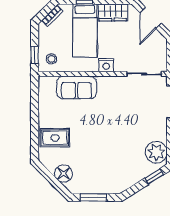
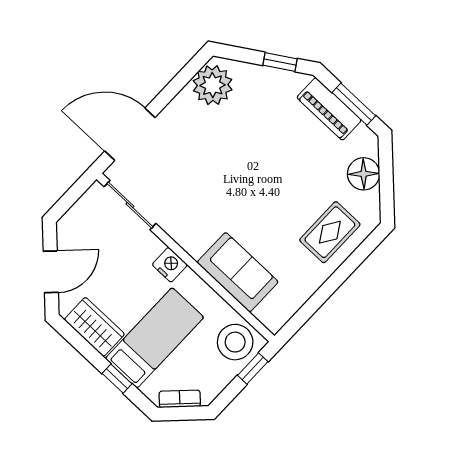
stool: (51, 59) -> (235, 342), width x1.89, depth x1.89
rug: (55, 138) -> (330, 232), turned 90
window: (154, 176) -> (280, 62), moved
piano: (101, 186) -> (329, 109), added

